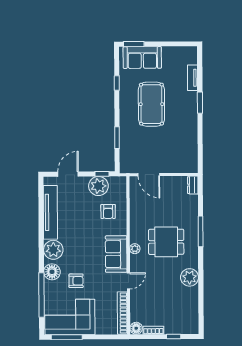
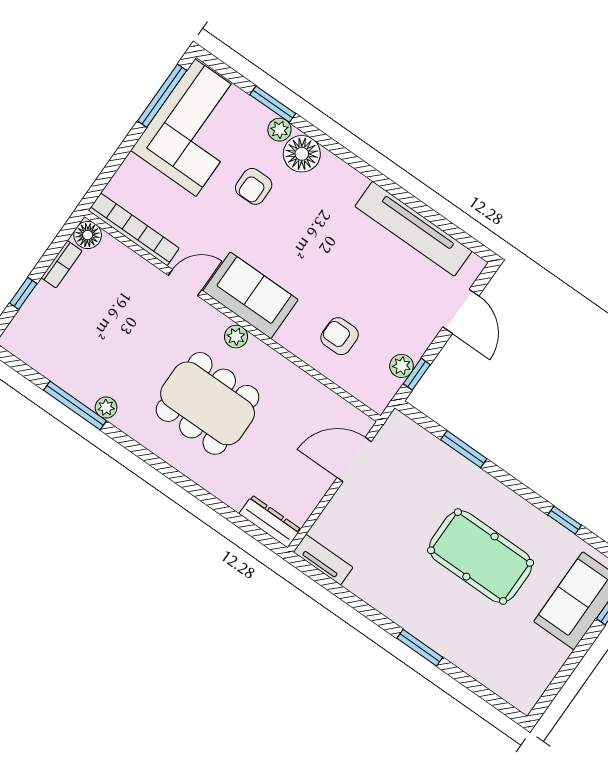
tv unit: (192, 78) -> (323, 560), moved
dresser: (193, 185) -> (270, 522), width x1.44
plant: (98, 186) -> (402, 366), width x0.53, depth x0.53
window: (201, 231) -> (75, 406), moved
dining table: (166, 242) -> (208, 403), width x1.38
plant: (53, 250) -> (279, 130), moved, width x0.53, depth x0.53
plant: (190, 277) -> (106, 408), width x0.53, depth x0.53
door: (128, 281) -> (185, 283), swing flipped
window: (42, 295) -> (273, 104), width x0.47

